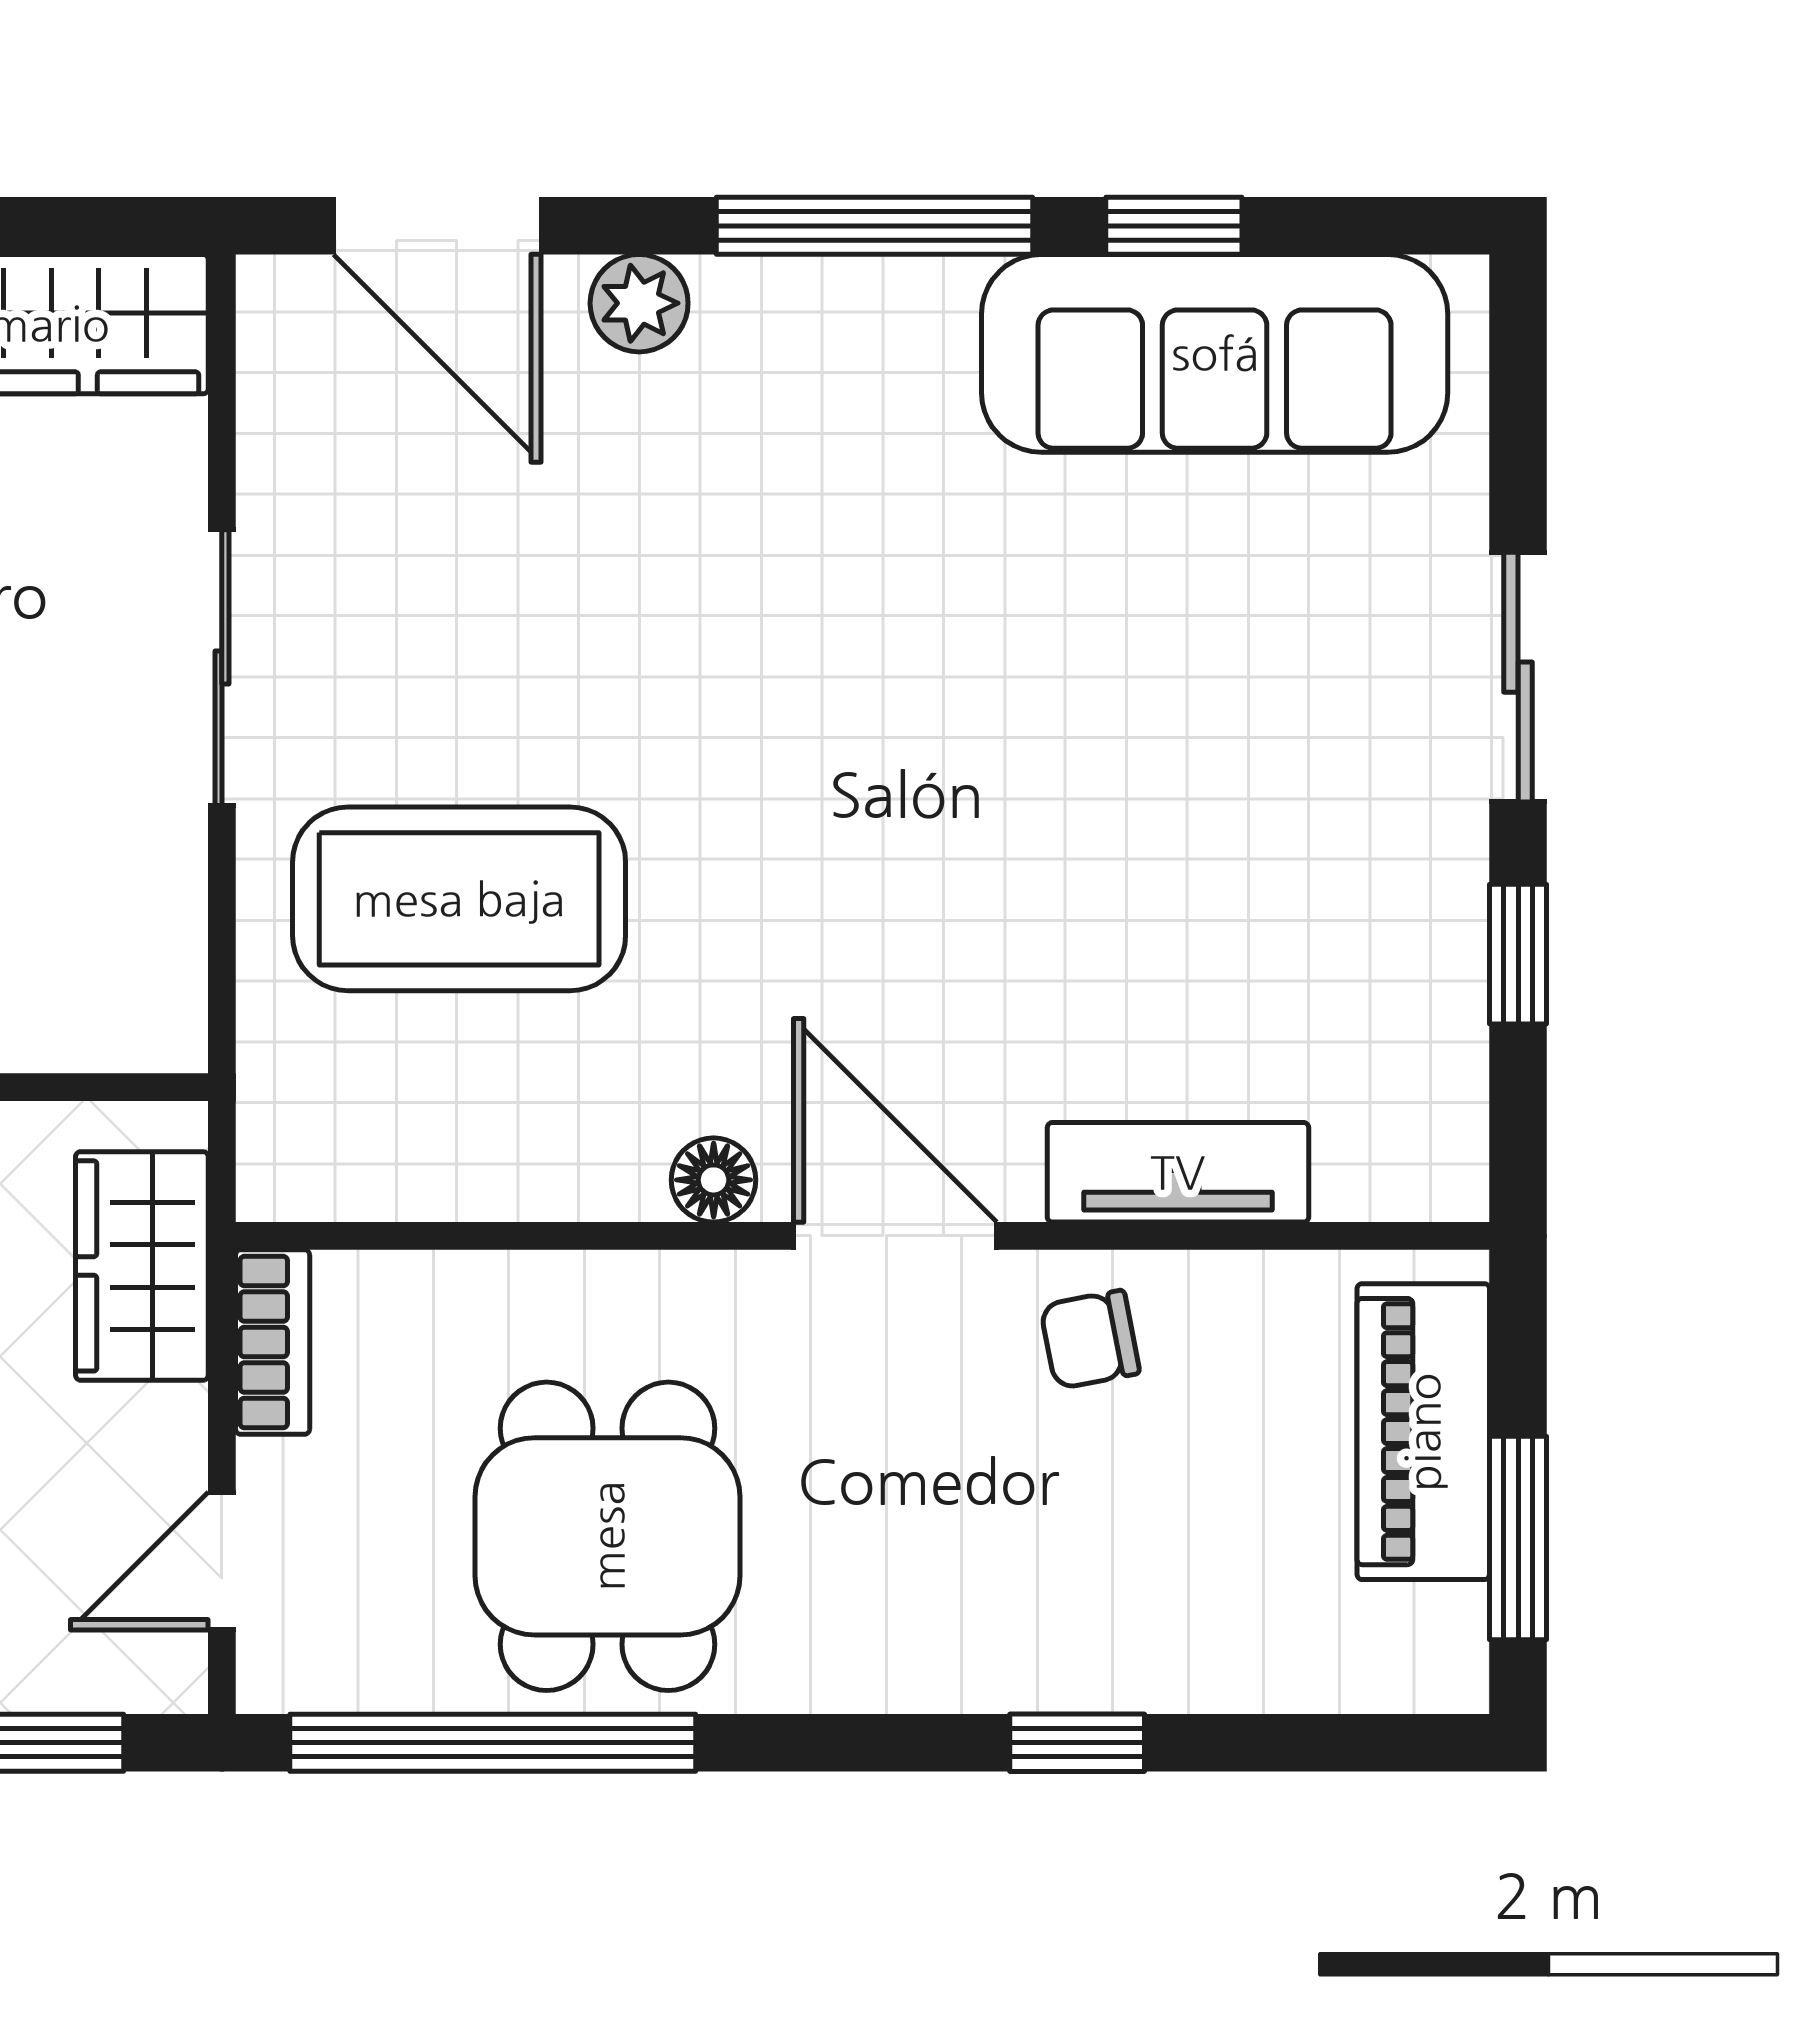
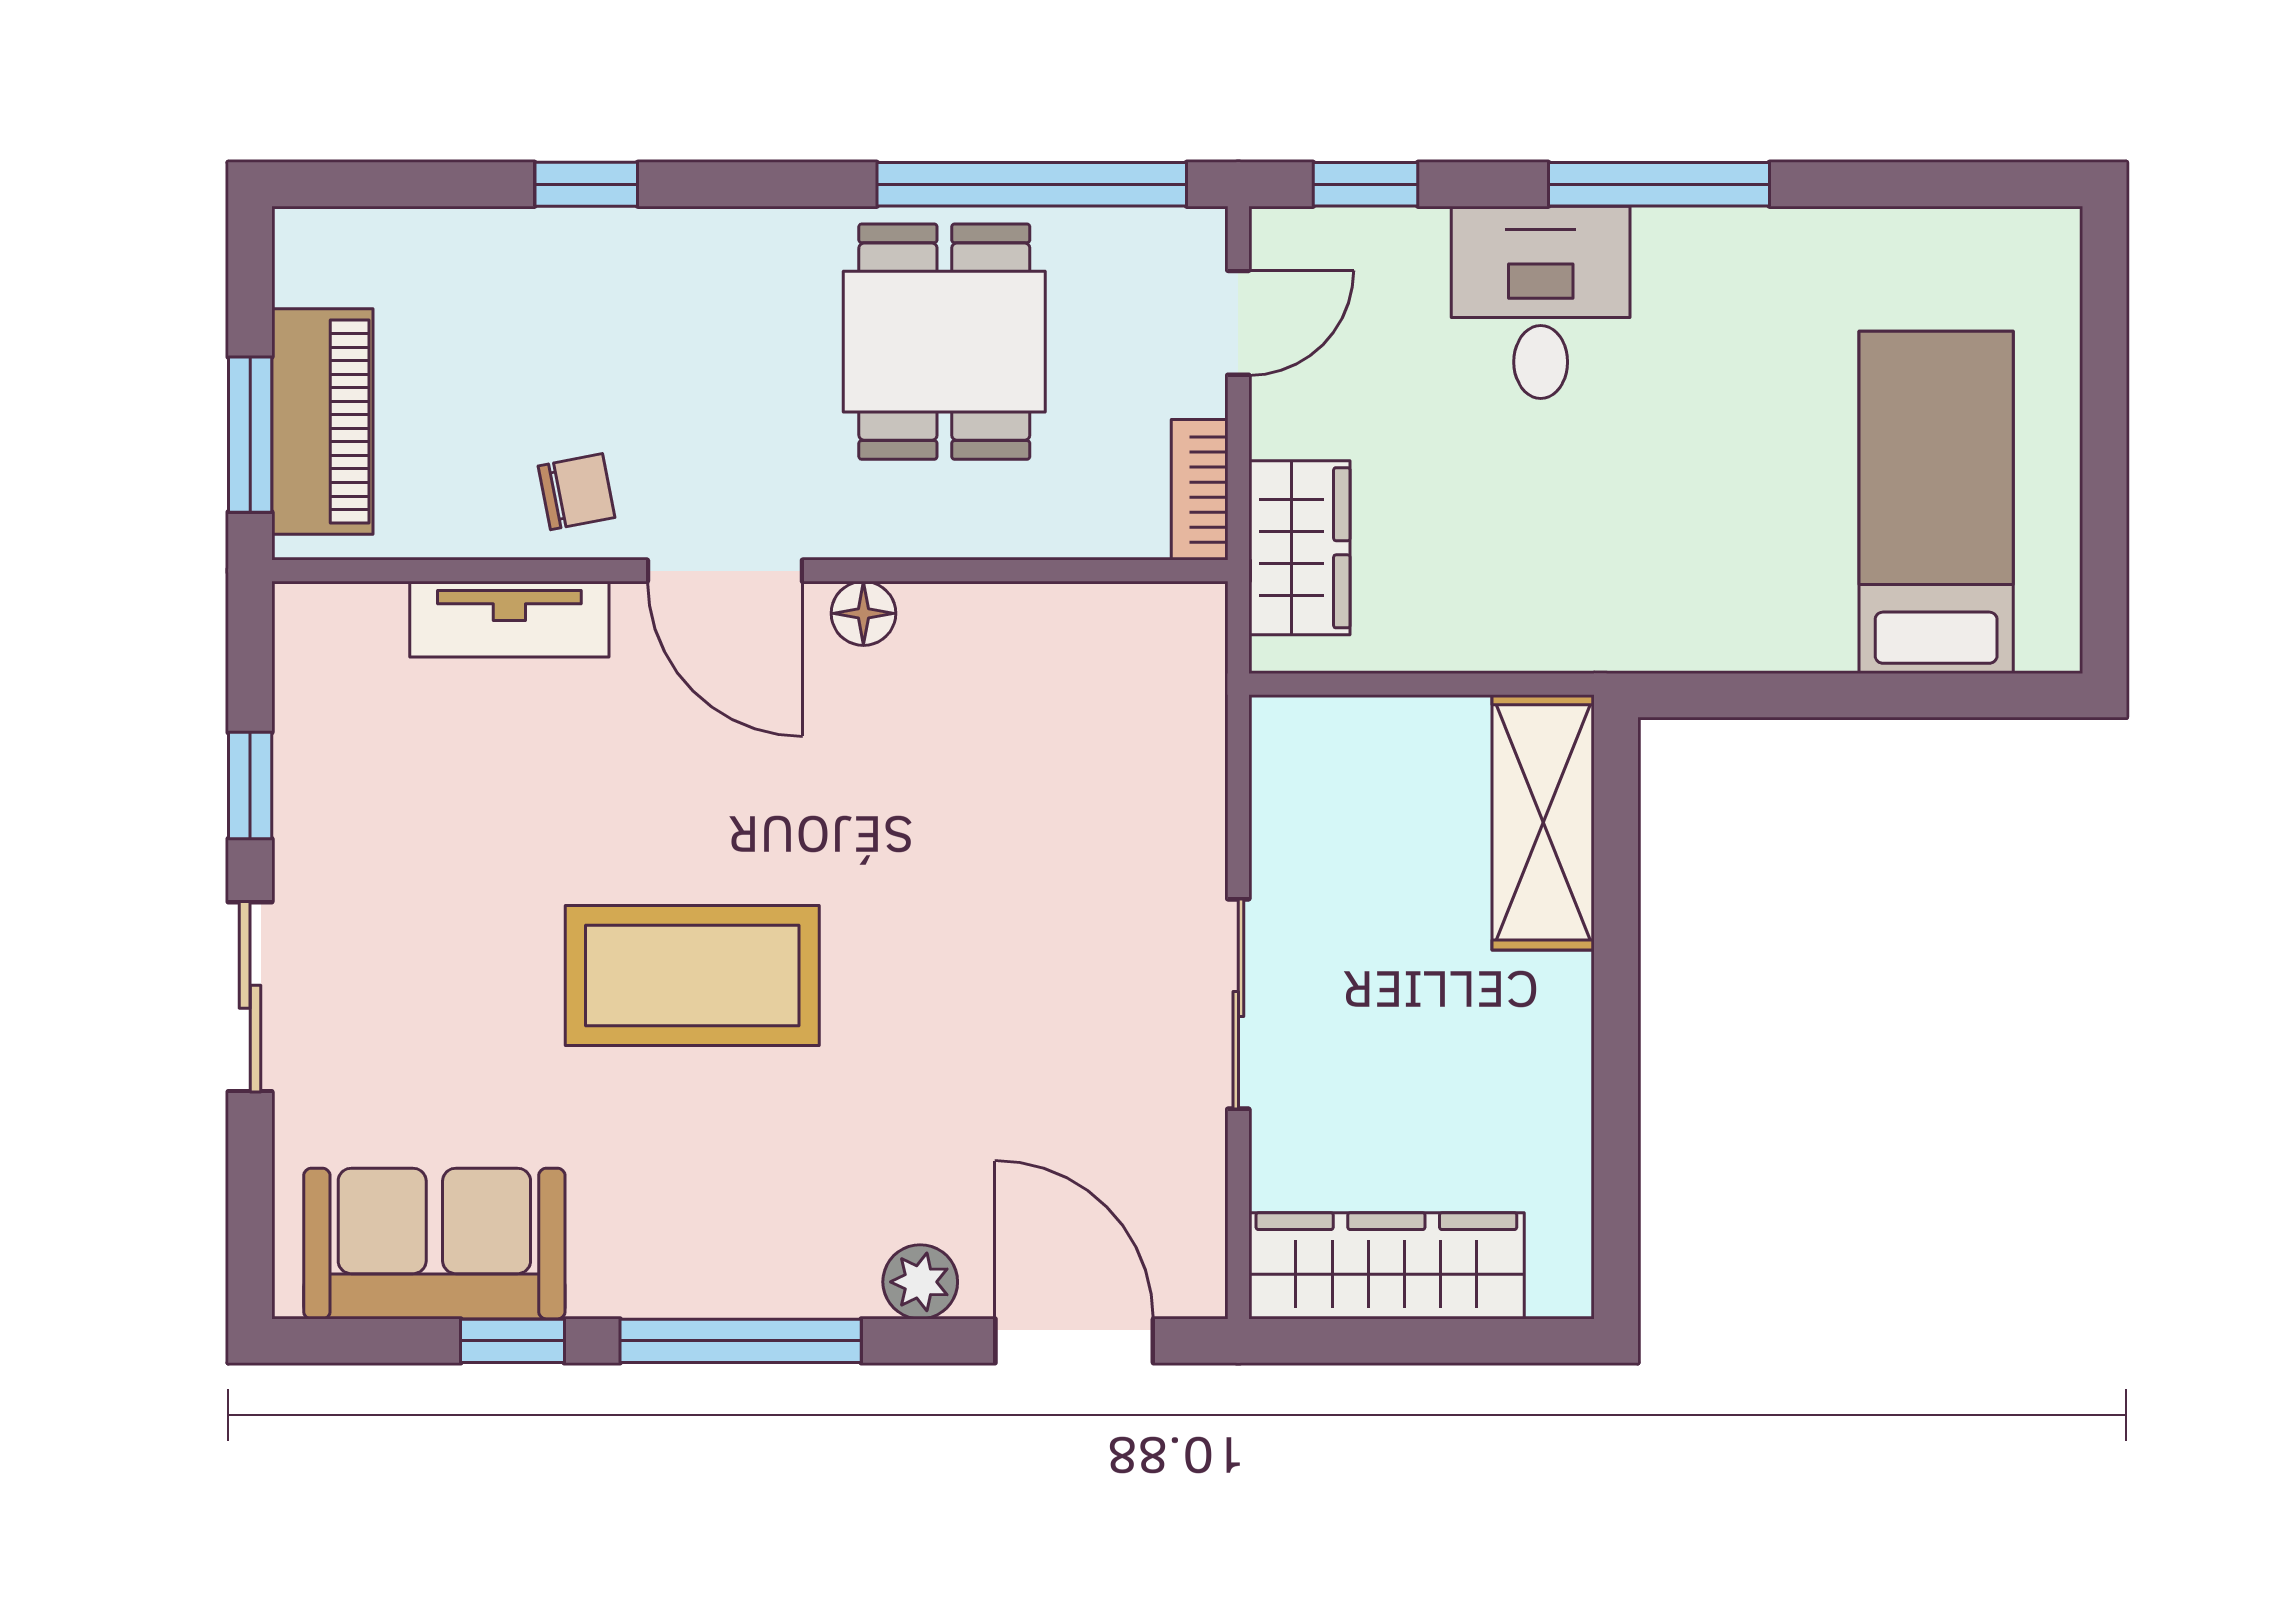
sofa: (1215, 353) -> (434, 1244), width x0.73
coffee table: (459, 899) -> (692, 975), moved
window: (1518, 1538) -> (250, 435), moved

